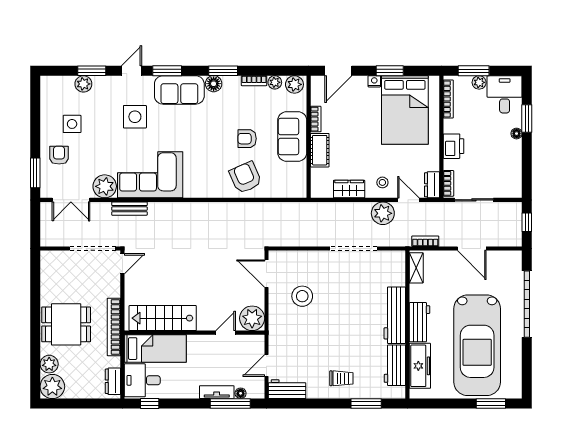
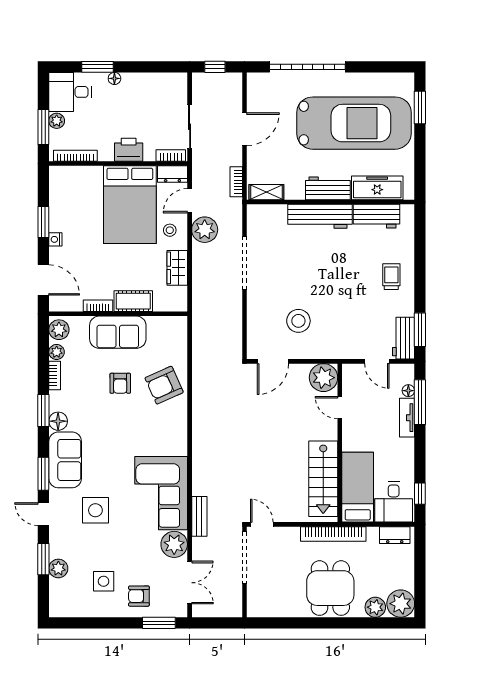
bed: (405, 110) -> (130, 205), moved, turned 90
window: (366, 404) -> (420, 330), moved

